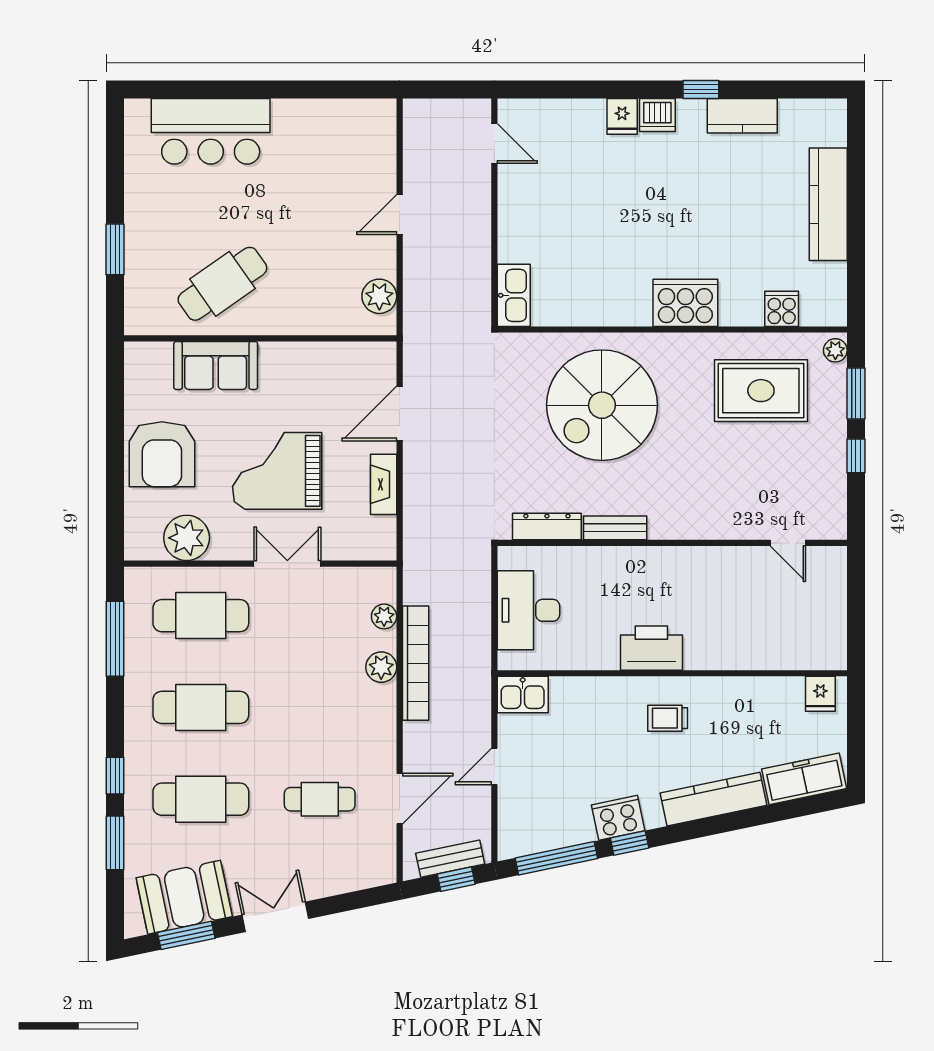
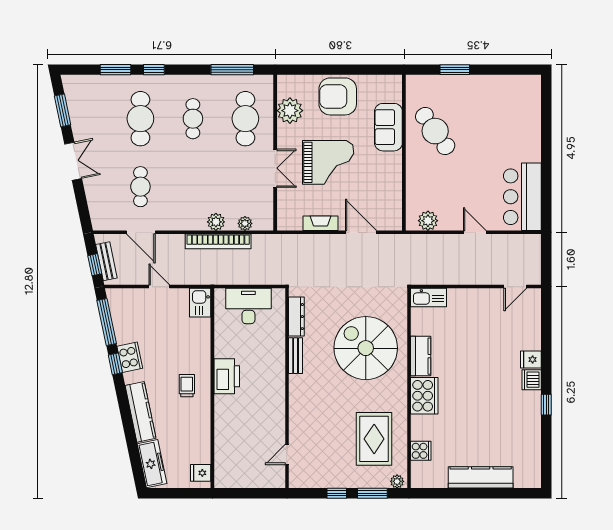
kitchen counter: (742, 116) -> (421, 356), moved, turned 180
bar counter: (211, 131) -> (522, 197), moved
grand piano: (277, 471) -> (328, 162), turned 90
cafe table: (201, 707) -> (193, 119), width x0.73, depth x0.74
booth: (184, 897) -> (84, 109), removed

